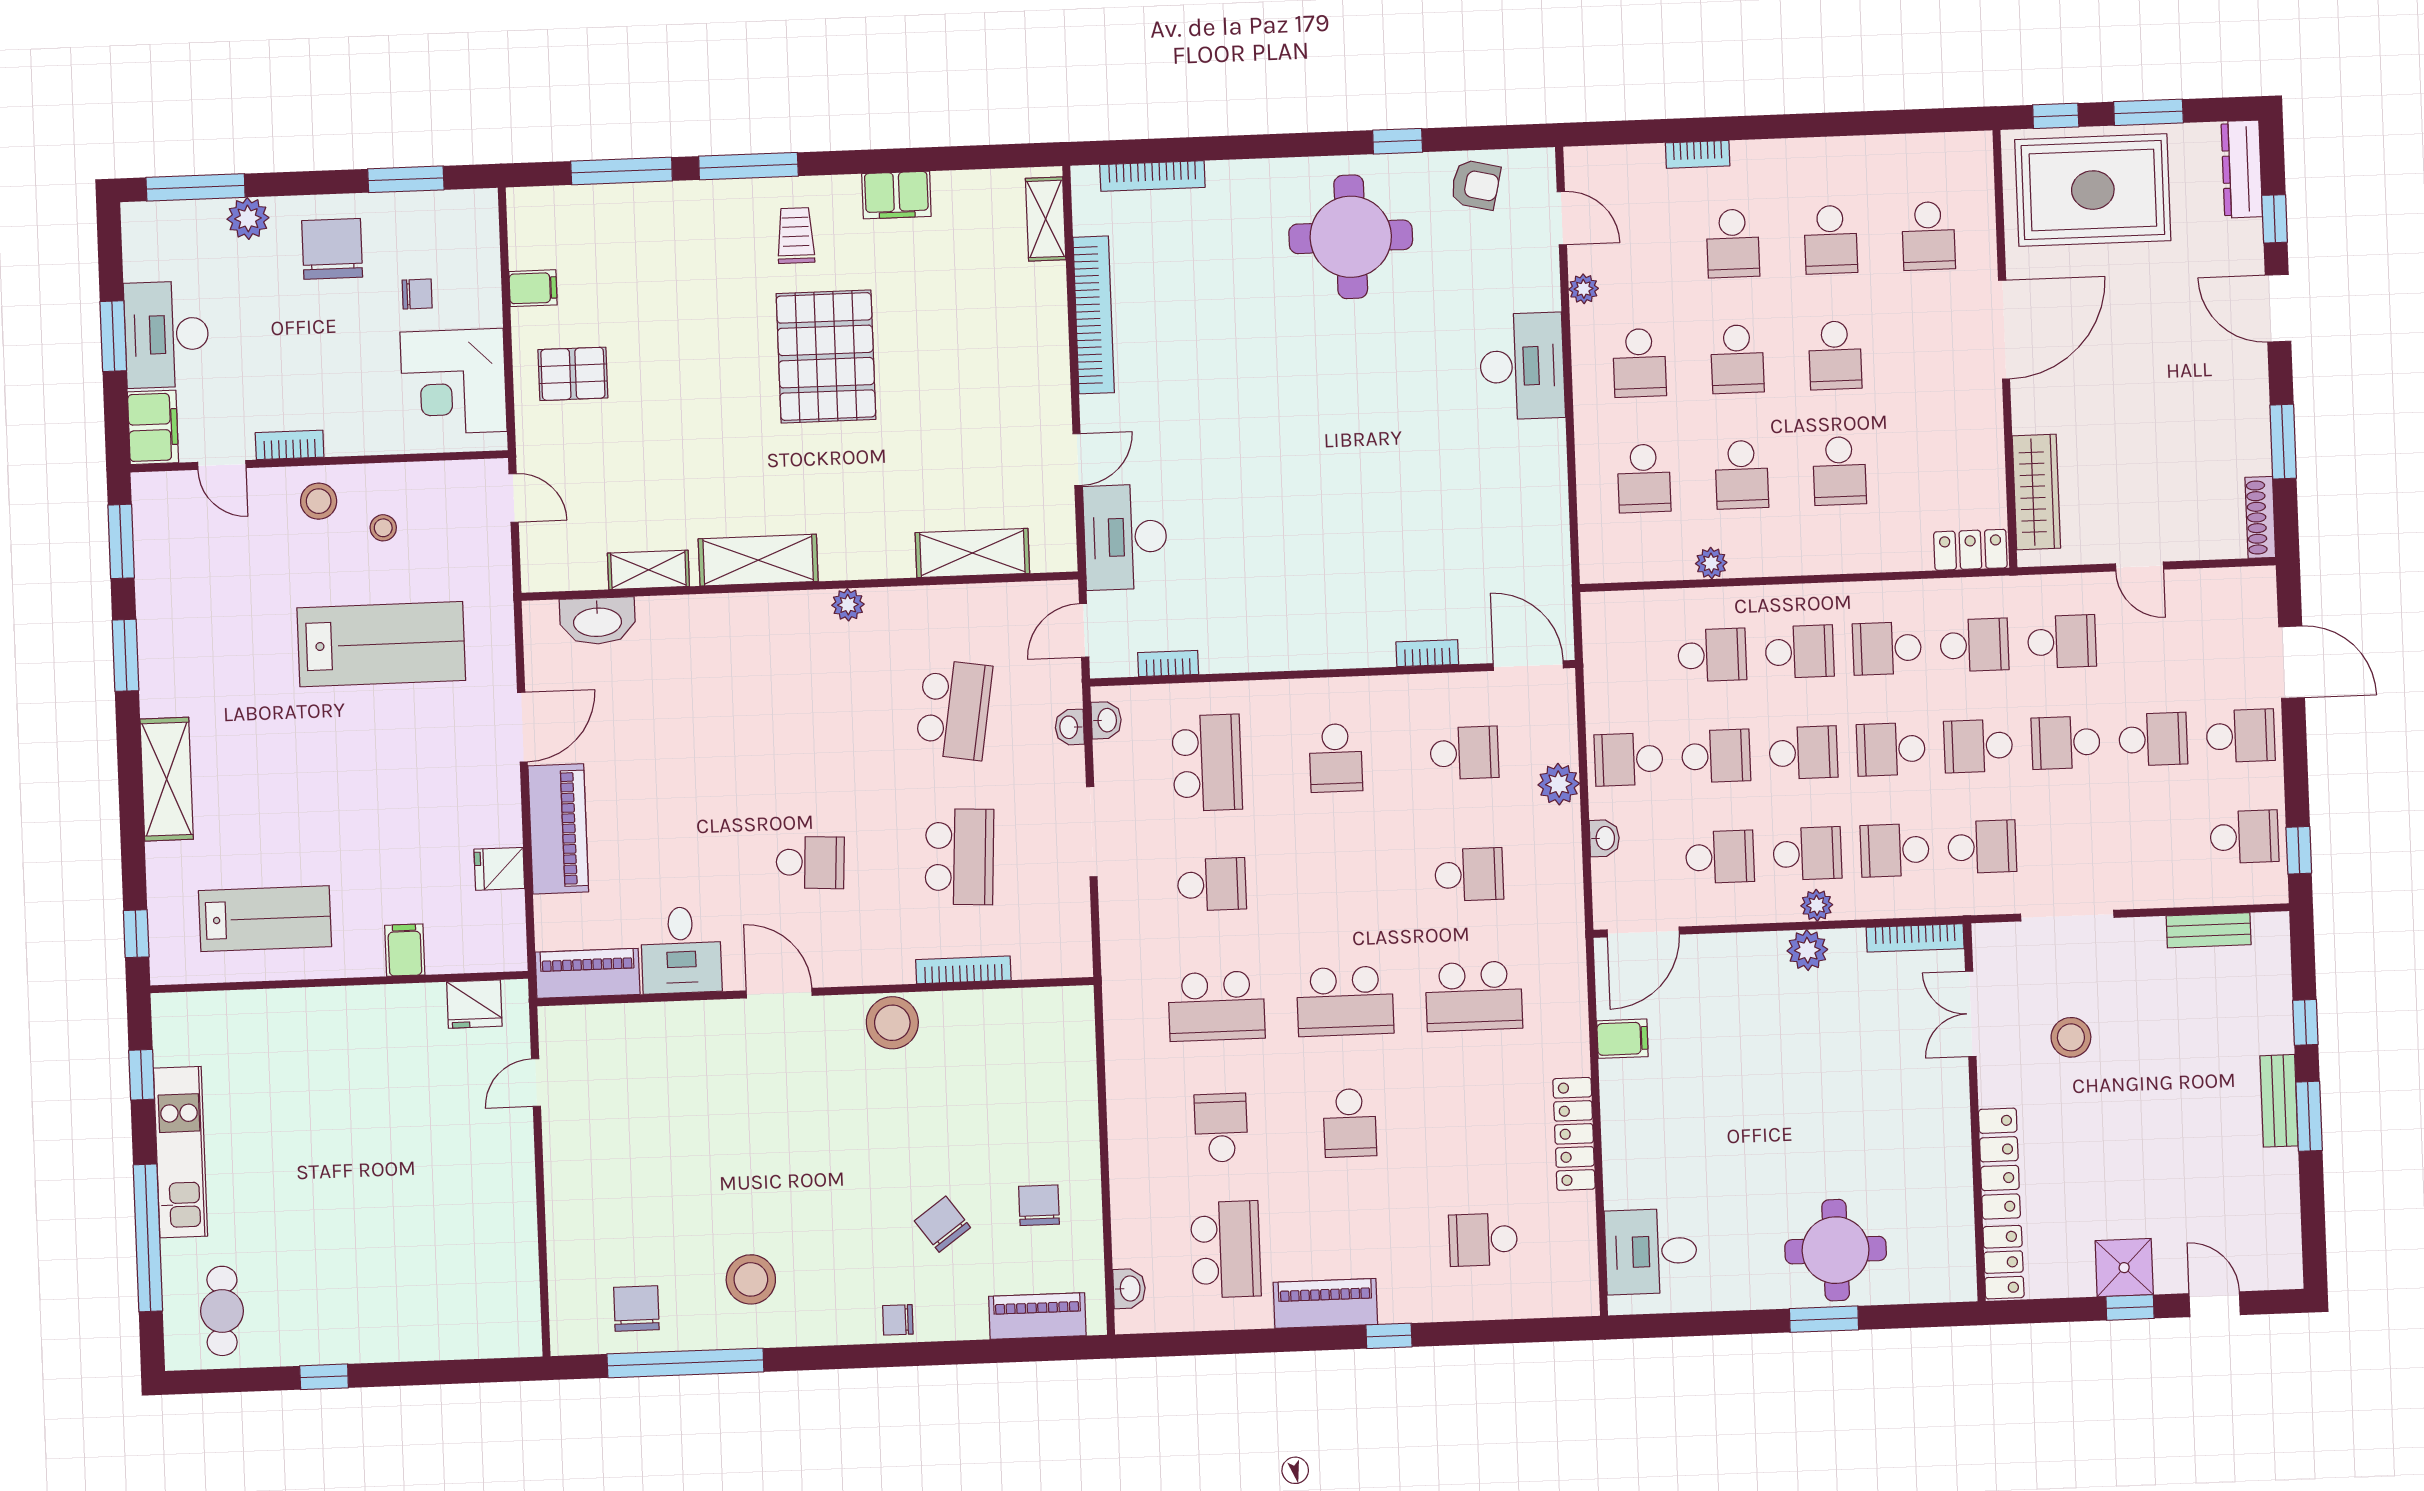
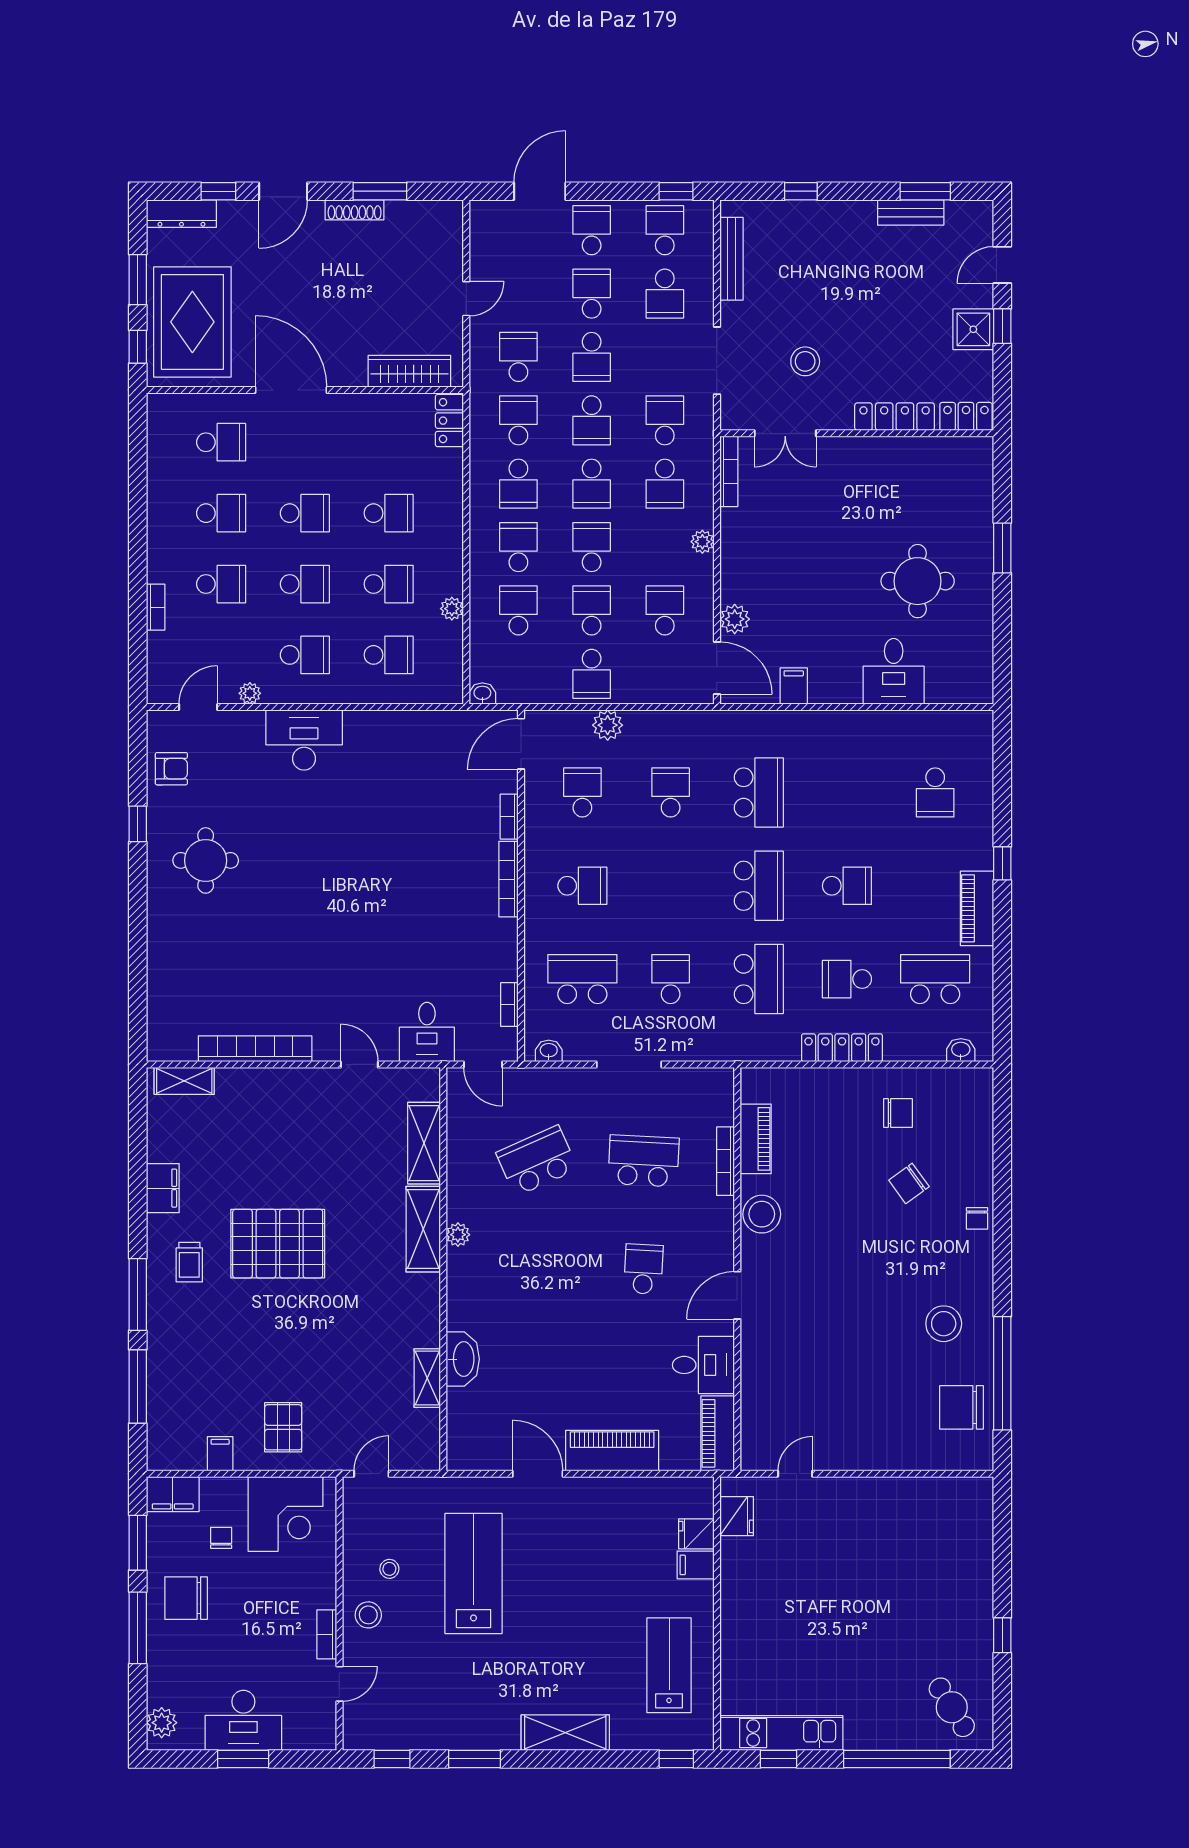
bookcase: (1152, 176) -> (508, 879), moved, turned 180
armchair: (1475, 185) -> (171, 769), turned 77
window: (196, 187) -> (138, 1628), moved
plant: (248, 218) -> (162, 1723), moved
trolley: (796, 236) -> (189, 1262), turned -90
round table: (1351, 237) -> (206, 860), width x0.73, depth x0.73
filing cabinet: (153, 427) -> (173, 1494), moved, turned 180
shoe rack: (2260, 517) -> (355, 210), moved
desk: (1125, 537) -> (427, 1032), width x0.73
window: (121, 541) -> (392, 1759), width x0.67
shelving: (758, 560) -> (423, 1229), moved
washbasin: (597, 621) -> (463, 1359), moved
school desk: (954, 710) -> (537, 1161), turned -33
washbasin: (1070, 727) -> (553, 1078), removed
washbasin: (1604, 838) -> (482, 694), moved
school desk: (1807, 854) -> (665, 294), moved, turned 180
fridge: (499, 869) -> (696, 1534), moved, turned 90
bench: (2209, 930) -> (731, 259), width x1.36
plant: (1807, 950) -> (735, 619), moved
door: (536, 1083) -> (795, 1474), swing flipped
bench: (2279, 1101) -> (911, 213), moved
window: (2309, 1116) -> (925, 191), moved
locker: (1574, 1134) -> (842, 1048), moved, turned 180
kitchen unit: (180, 1152) -> (781, 1733), moved
chair: (1039, 1205) -> (898, 1113), turned 180
round table: (1836, 1250) -> (918, 581), moved
desk: (1651, 1251) -> (894, 671), moved
chair: (636, 1308) -> (962, 1407), width x1.37, depth x1.37
cafe table: (222, 1311) -> (952, 1707), turned 56
piano: (1037, 1316) -> (756, 1139), moved, turned 180

